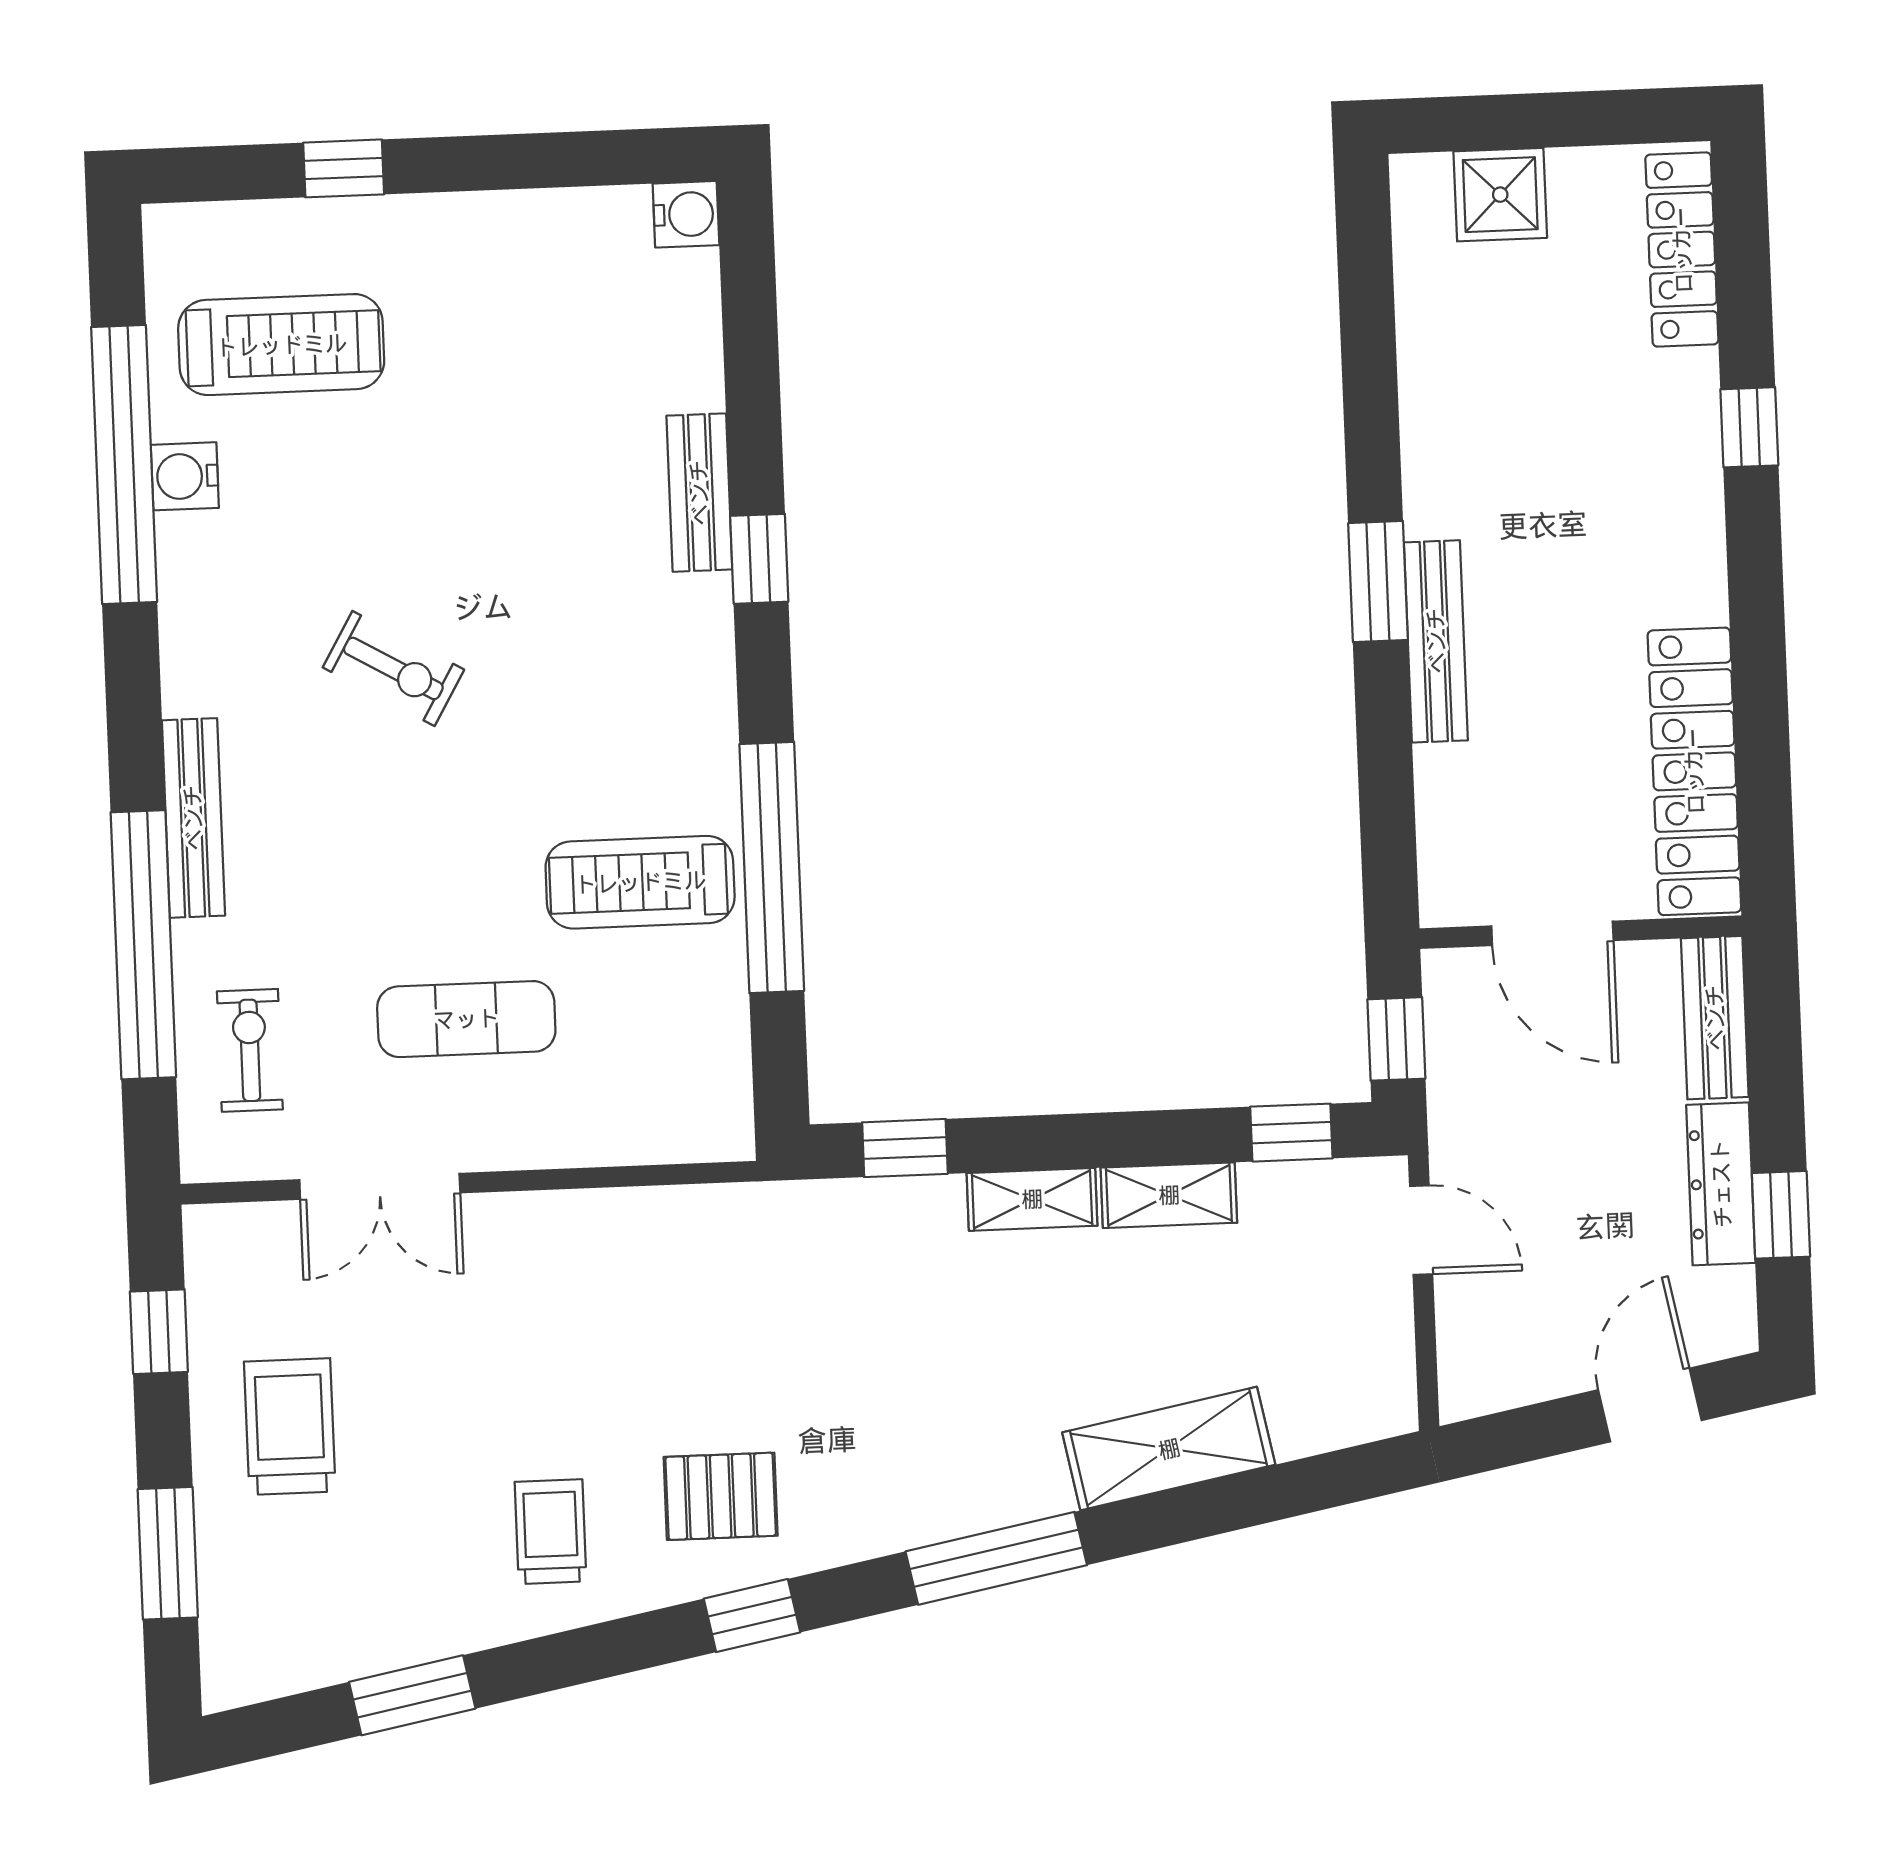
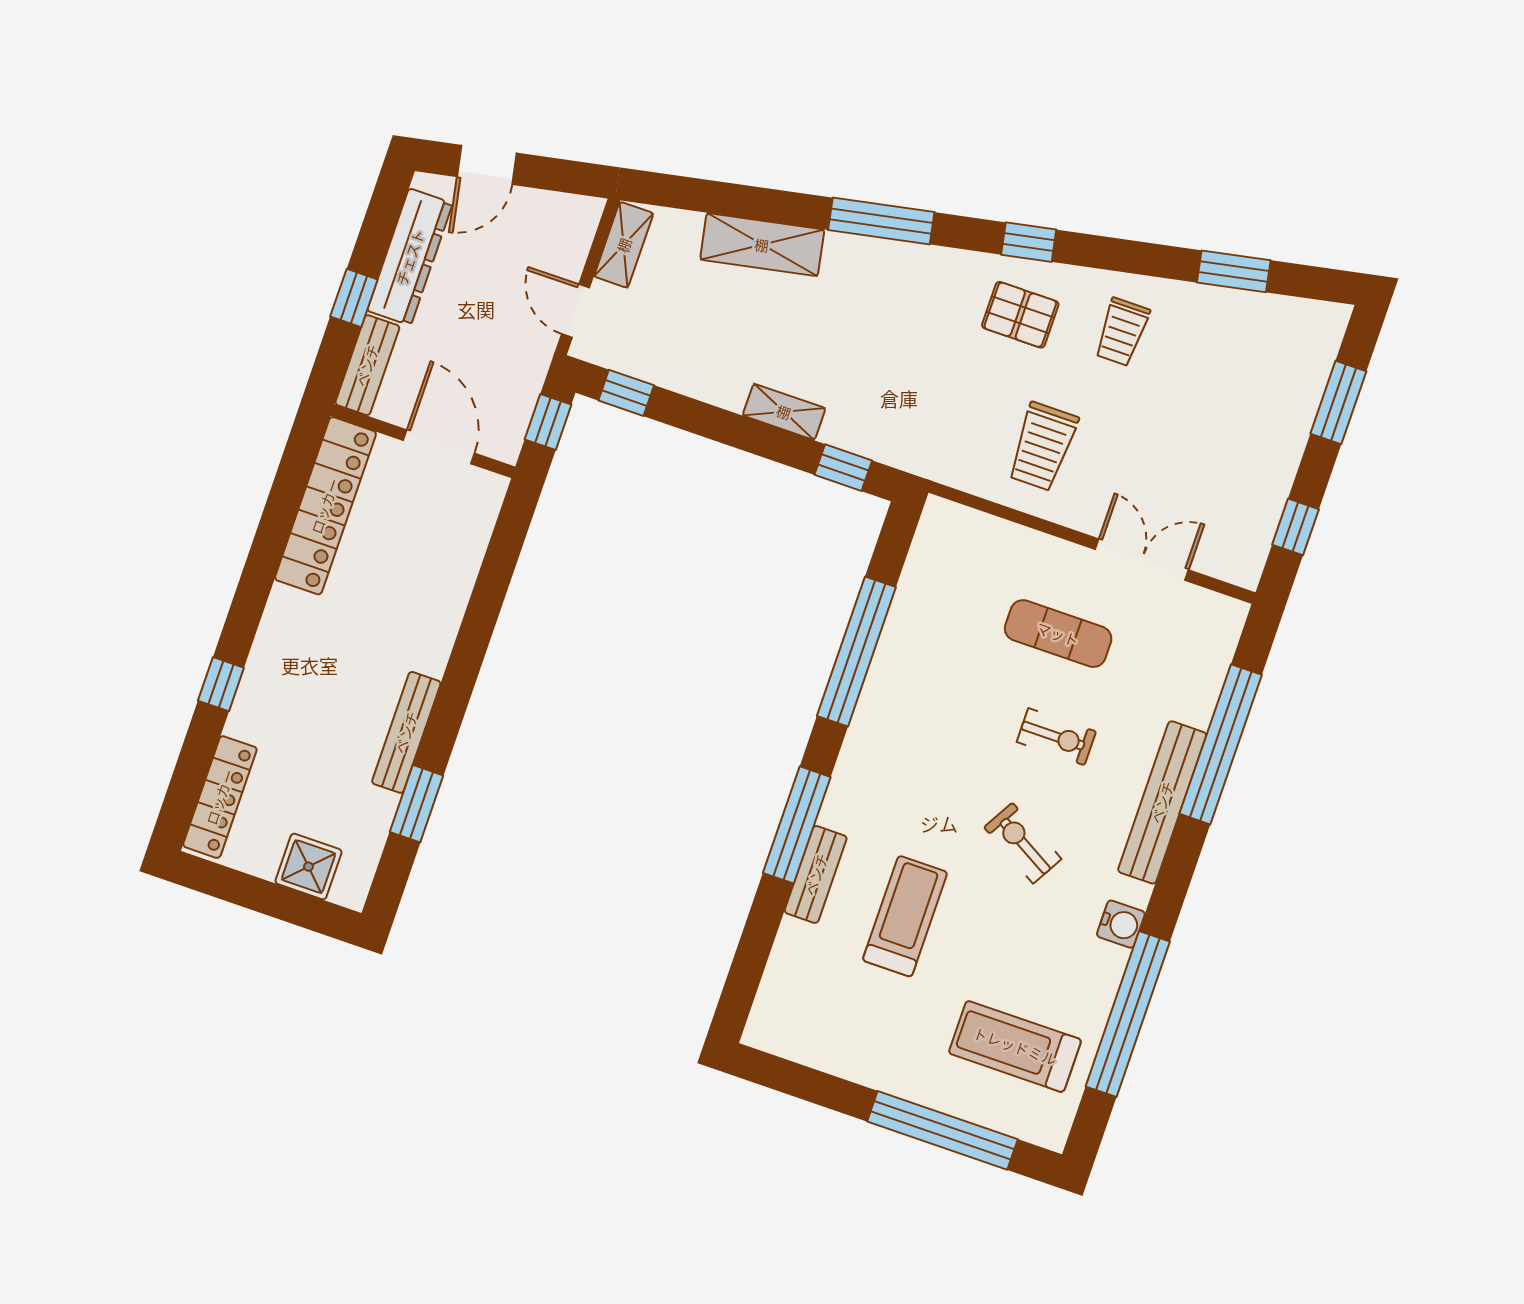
window: (344, 168) -> (942, 1130), width x3.17
water cooler: (686, 214) -> (763, 1031), removed
water cooler: (185, 476) -> (1121, 924), moved
window: (759, 559) -> (797, 825), width x2.17
window: (1378, 582) -> (417, 804), moved
bench: (1436, 641) -> (406, 732), moved
bench: (193, 818) -> (1162, 802), width x1.37, depth x1.21
treadmill: (640, 882) -> (905, 916), moved, turned -90
exercise bike: (250, 1050) -> (1056, 737), moved, turned -90
dresser: (1721, 1184) -> (410, 257), width x1.37, depth x1.24
shelving: (1169, 1195) -> (624, 245), moved, turned 90
window: (1781, 1215) -> (354, 298), moved
trolley: (290, 1426) -> (1043, 447), moved

